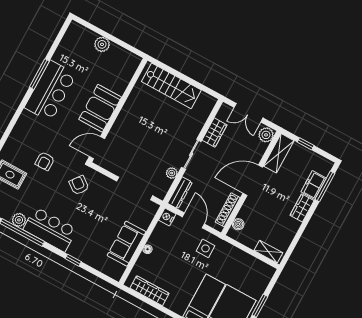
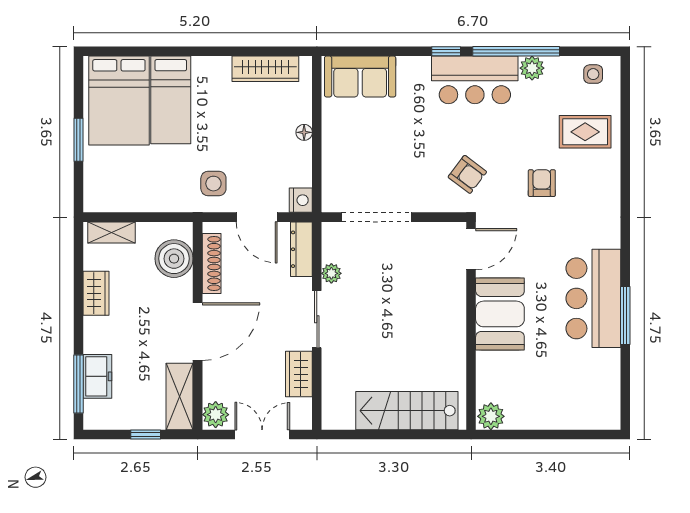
plant: (102, 44) -> (491, 416), moved
wardrobe: (302, 208) -> (96, 293), moved
boiler: (238, 224) -> (174, 259), width x1.86, depth x1.86
sofa: (127, 244) -> (360, 76), moved, turned 90
window: (73, 260) -> (446, 51), moved

